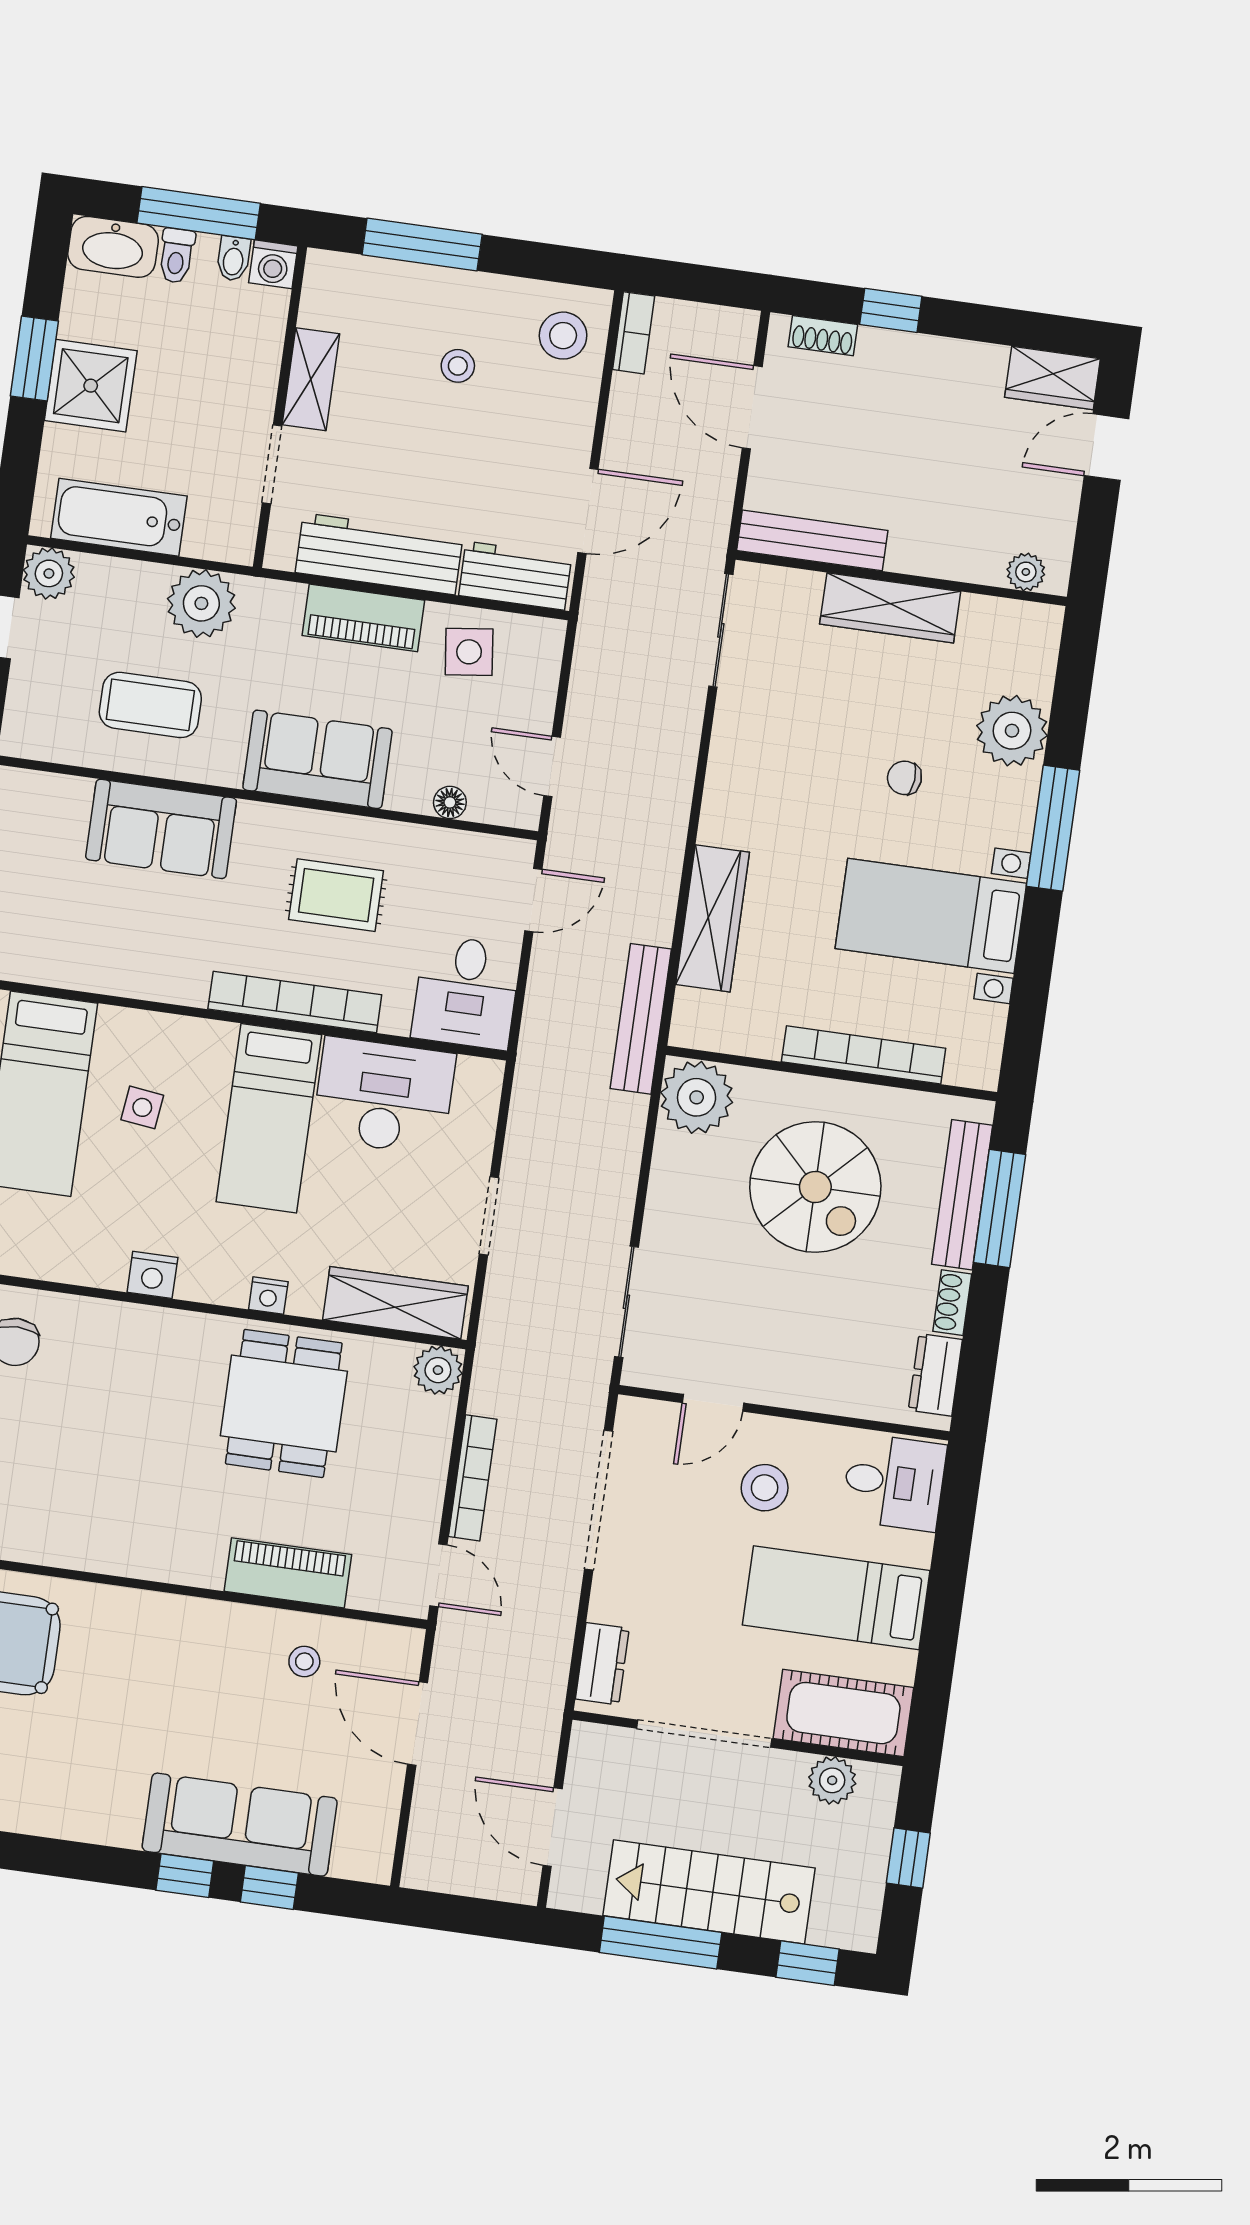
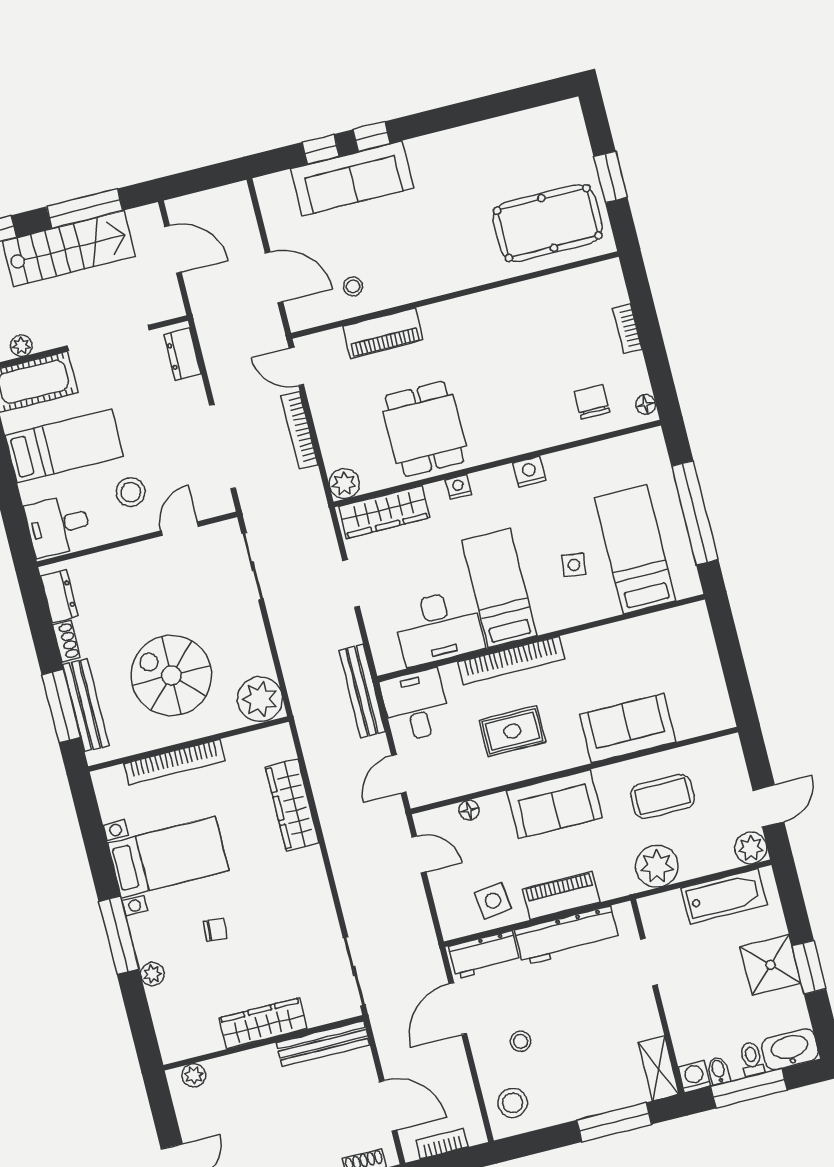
bookcase: (634, 333) -> (442, 1144), moved, turned 90
stool: (458, 366) -> (521, 1041), moved
shelving: (311, 379) -> (659, 1068), moved
plant: (1012, 731) -> (152, 974), width x0.53, depth x0.53
bench: (641, 1019) -> (362, 691), moved
plant: (832, 1780) -> (21, 346), width x0.73, depth x0.73

